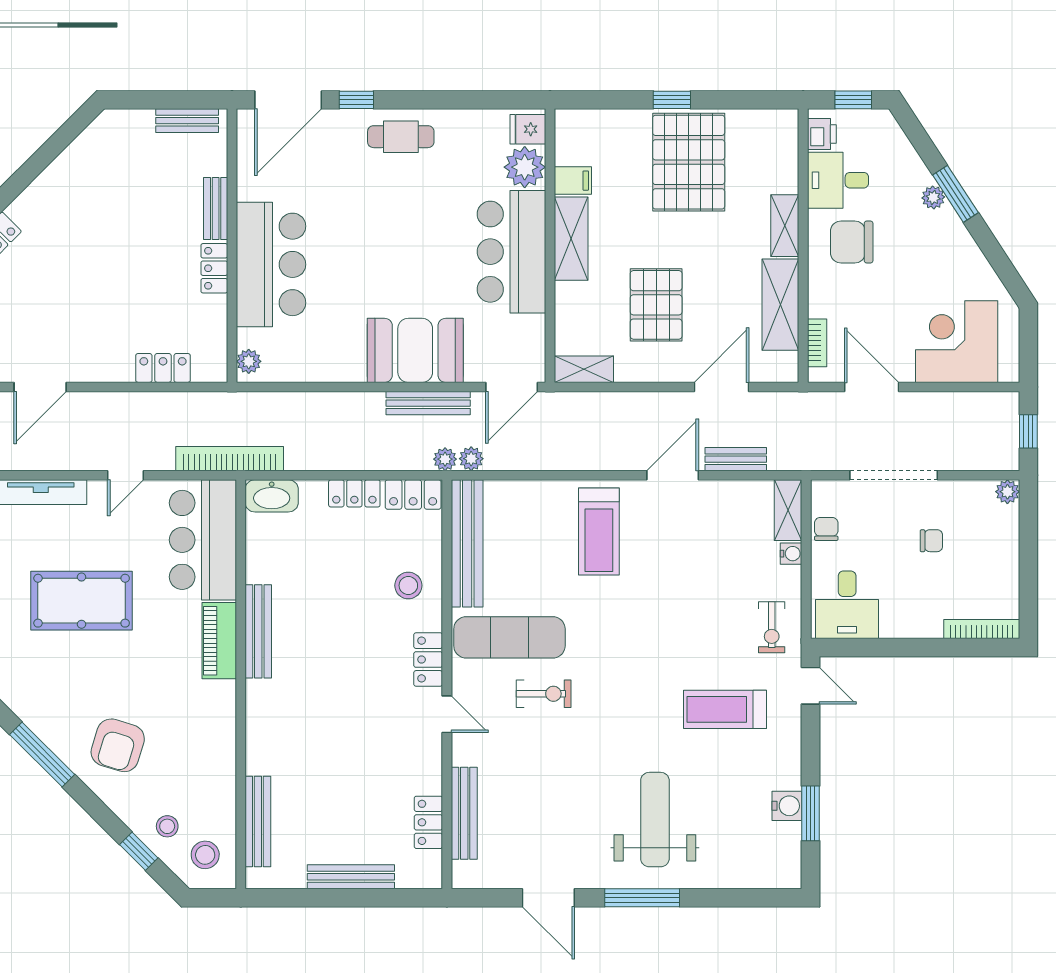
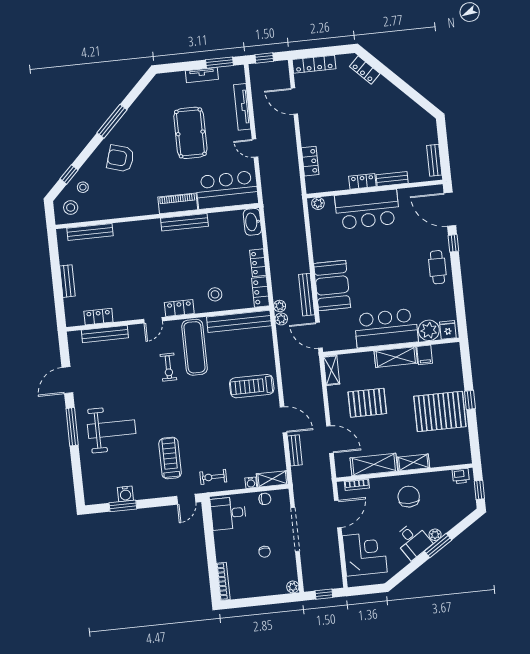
desk: (838, 180) -> (413, 541), moved, turned 147
bookcase: (230, 459) -> (269, 199), removed
bench: (351, 877) -> (67, 281), width x0.73

